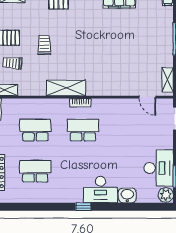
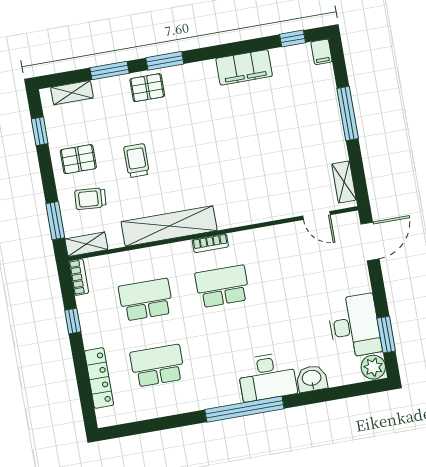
shelving: (66, 88) -> (169, 226), width x1.47
window: (83, 207) -> (244, 409), width x3.17

